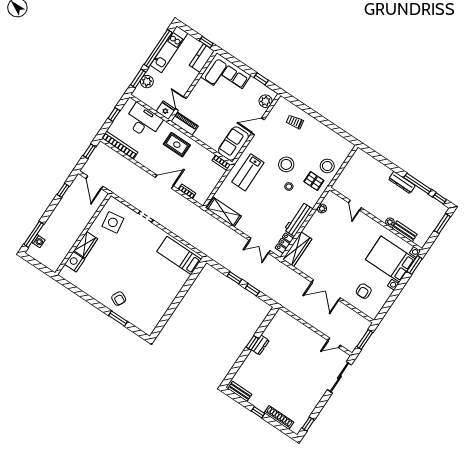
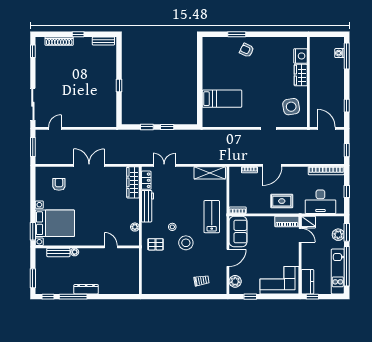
stool: (327, 166) -> (153, 263), removed
bed: (179, 256) -> (222, 99), moved
dresser: (260, 345) -> (112, 88), removed

